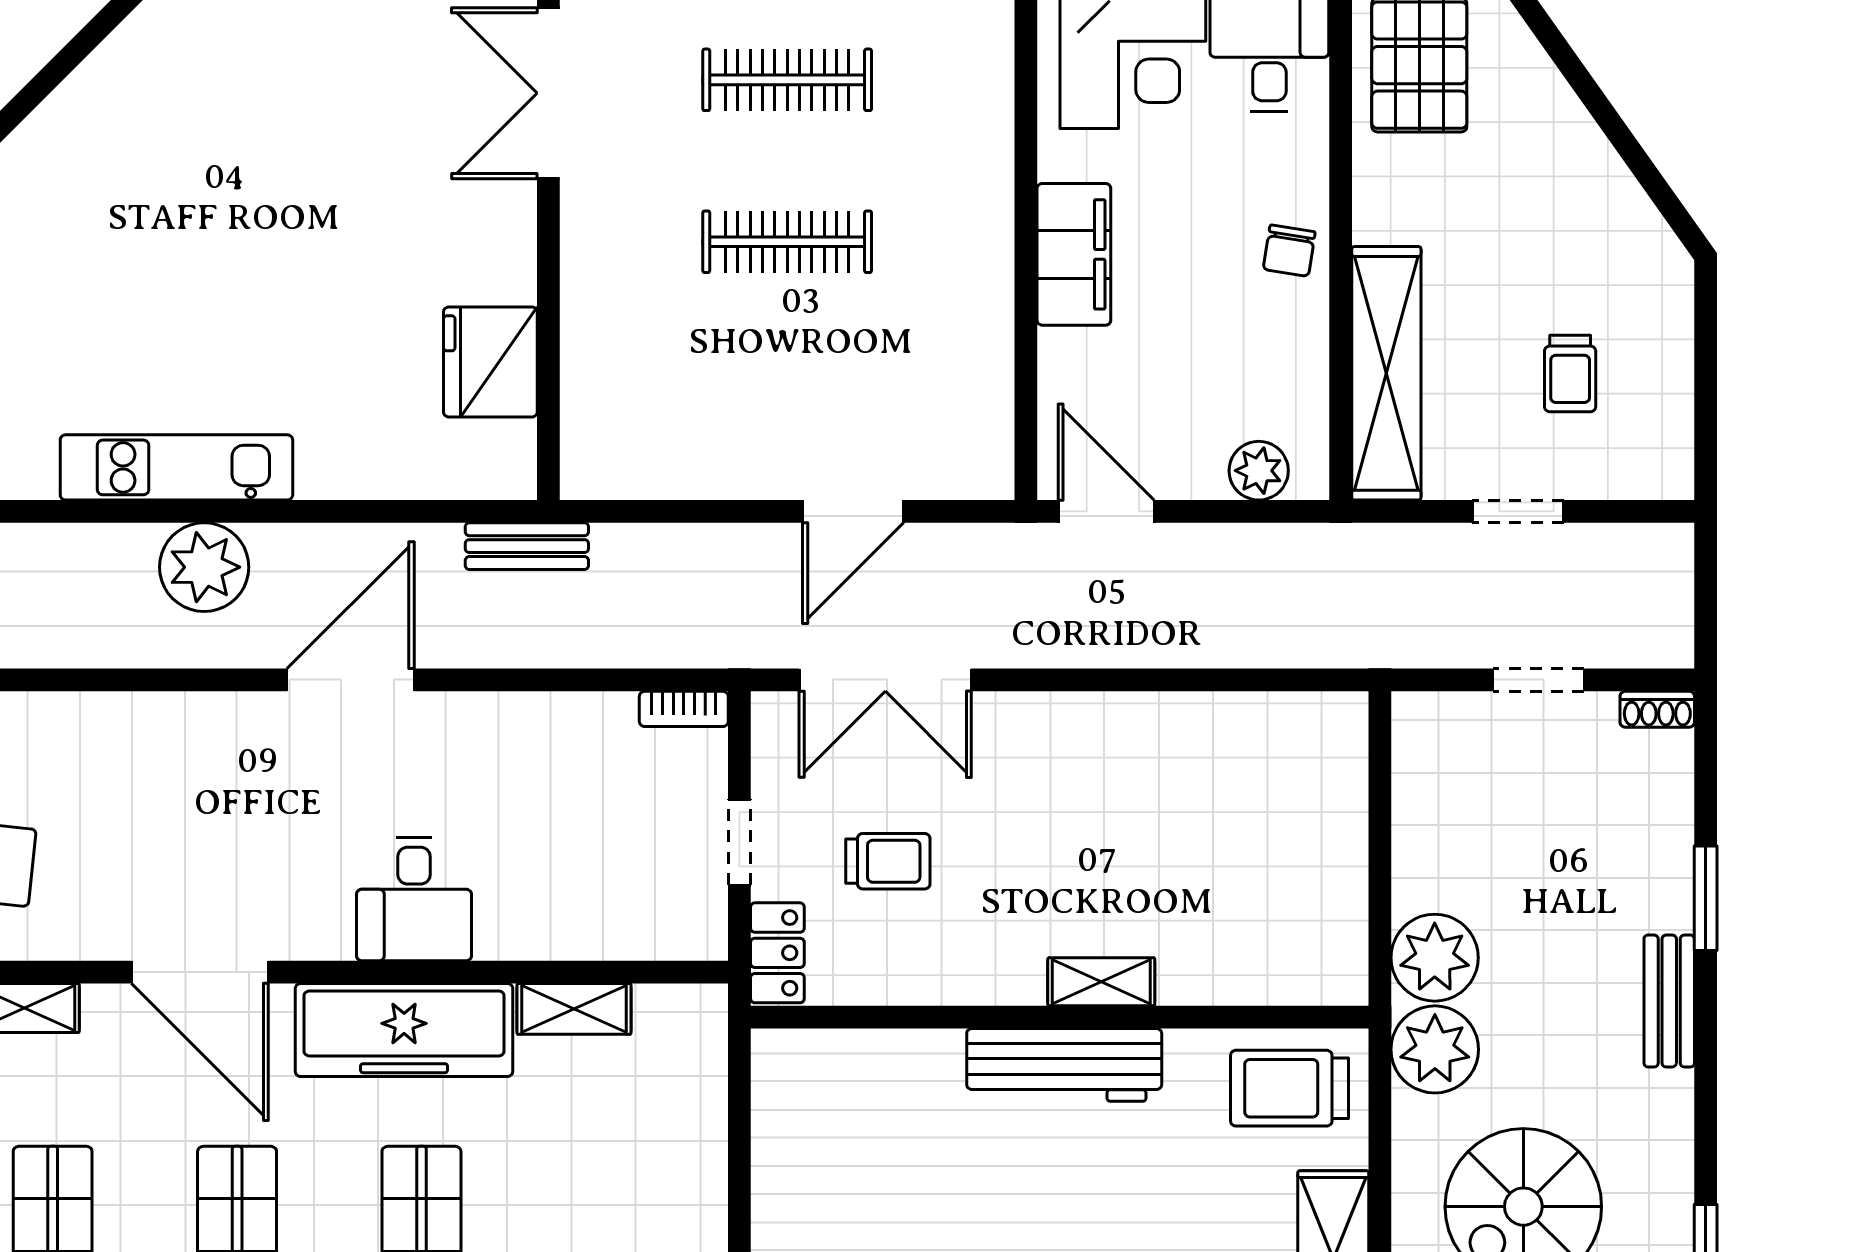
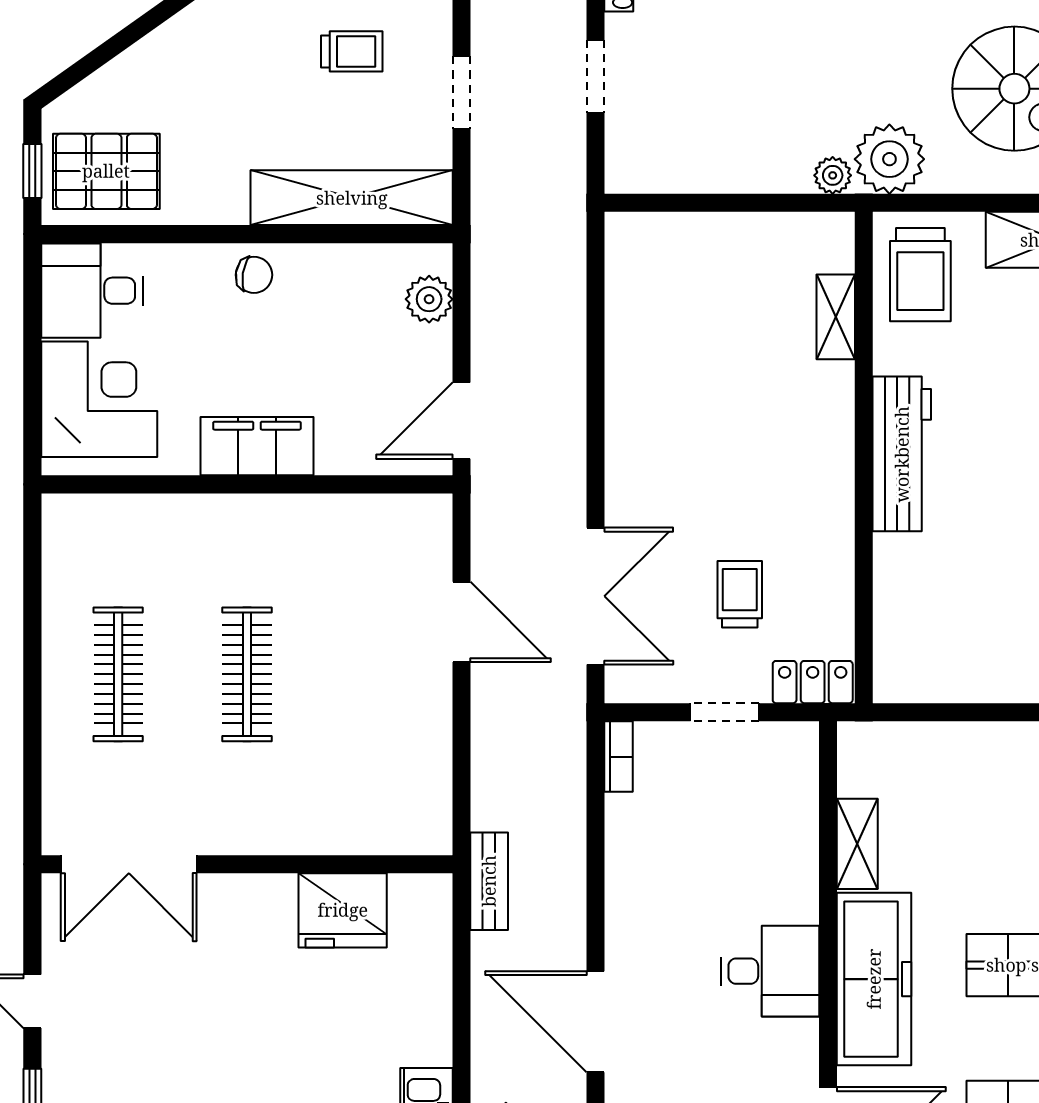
plant: (1435, 958) -> (833, 175), width x0.53, depth x0.53
shelving: (1101, 982) -> (836, 317), moved

